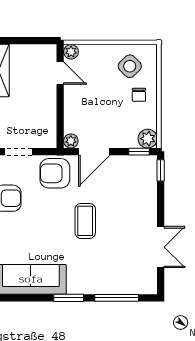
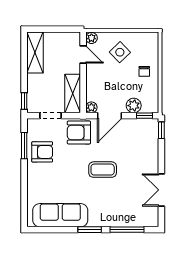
side table: (130, 66) -> (120, 52), moved
shelving: (47, 123) -> (73, 93), added
plant: (148, 139) -> (134, 106), moved
coffee table: (85, 221) -> (103, 170), turned 90
double door: (161, 247) -> (161, 190), swing flipped

